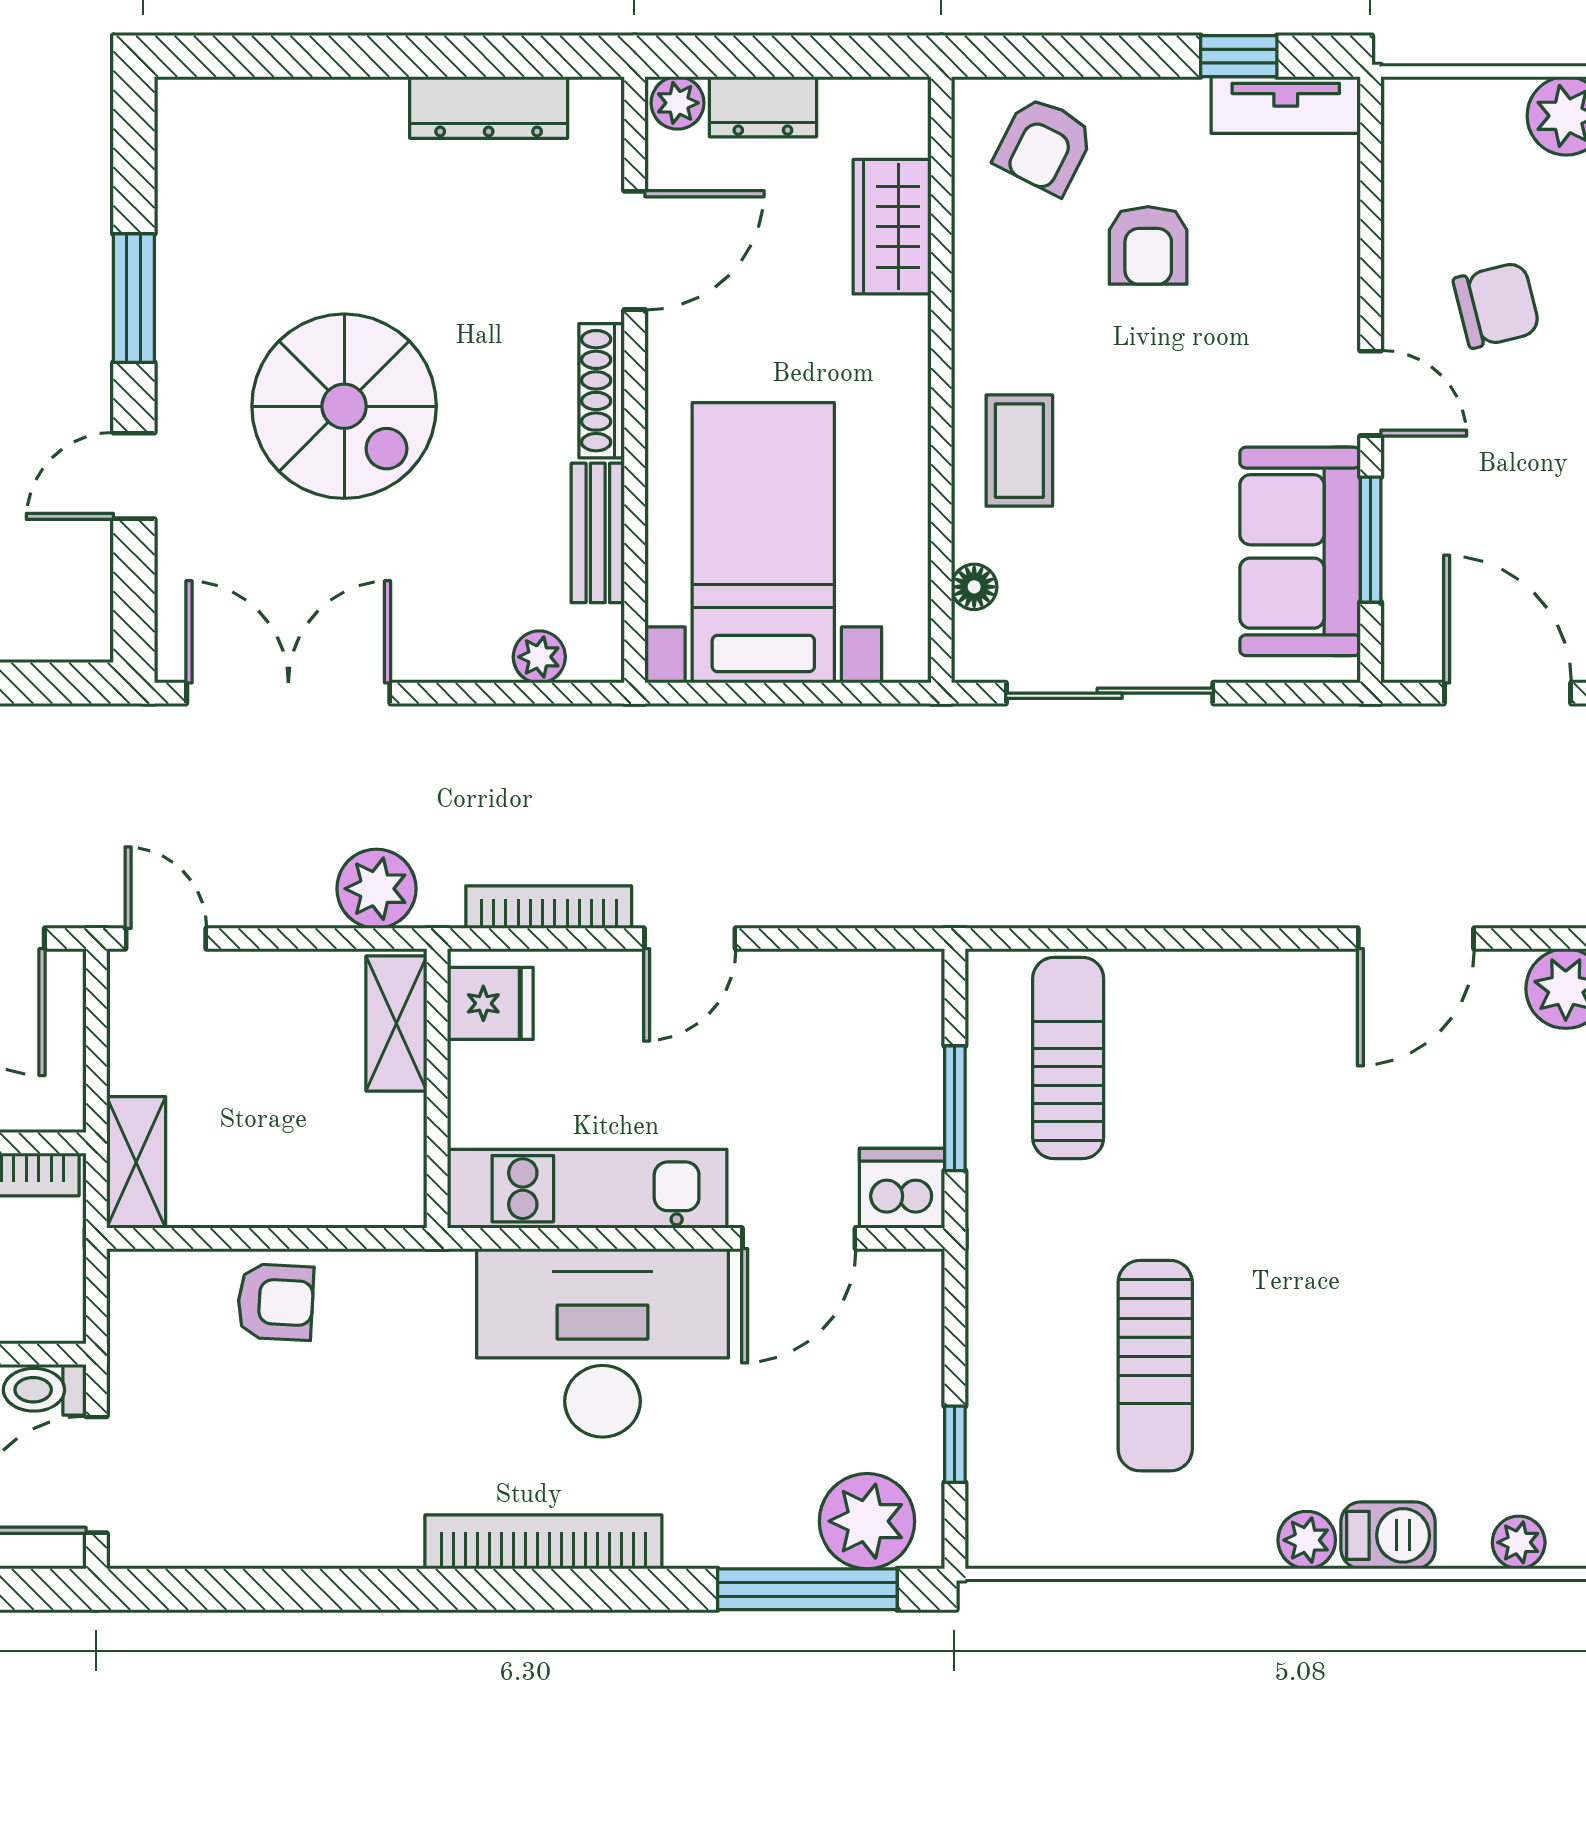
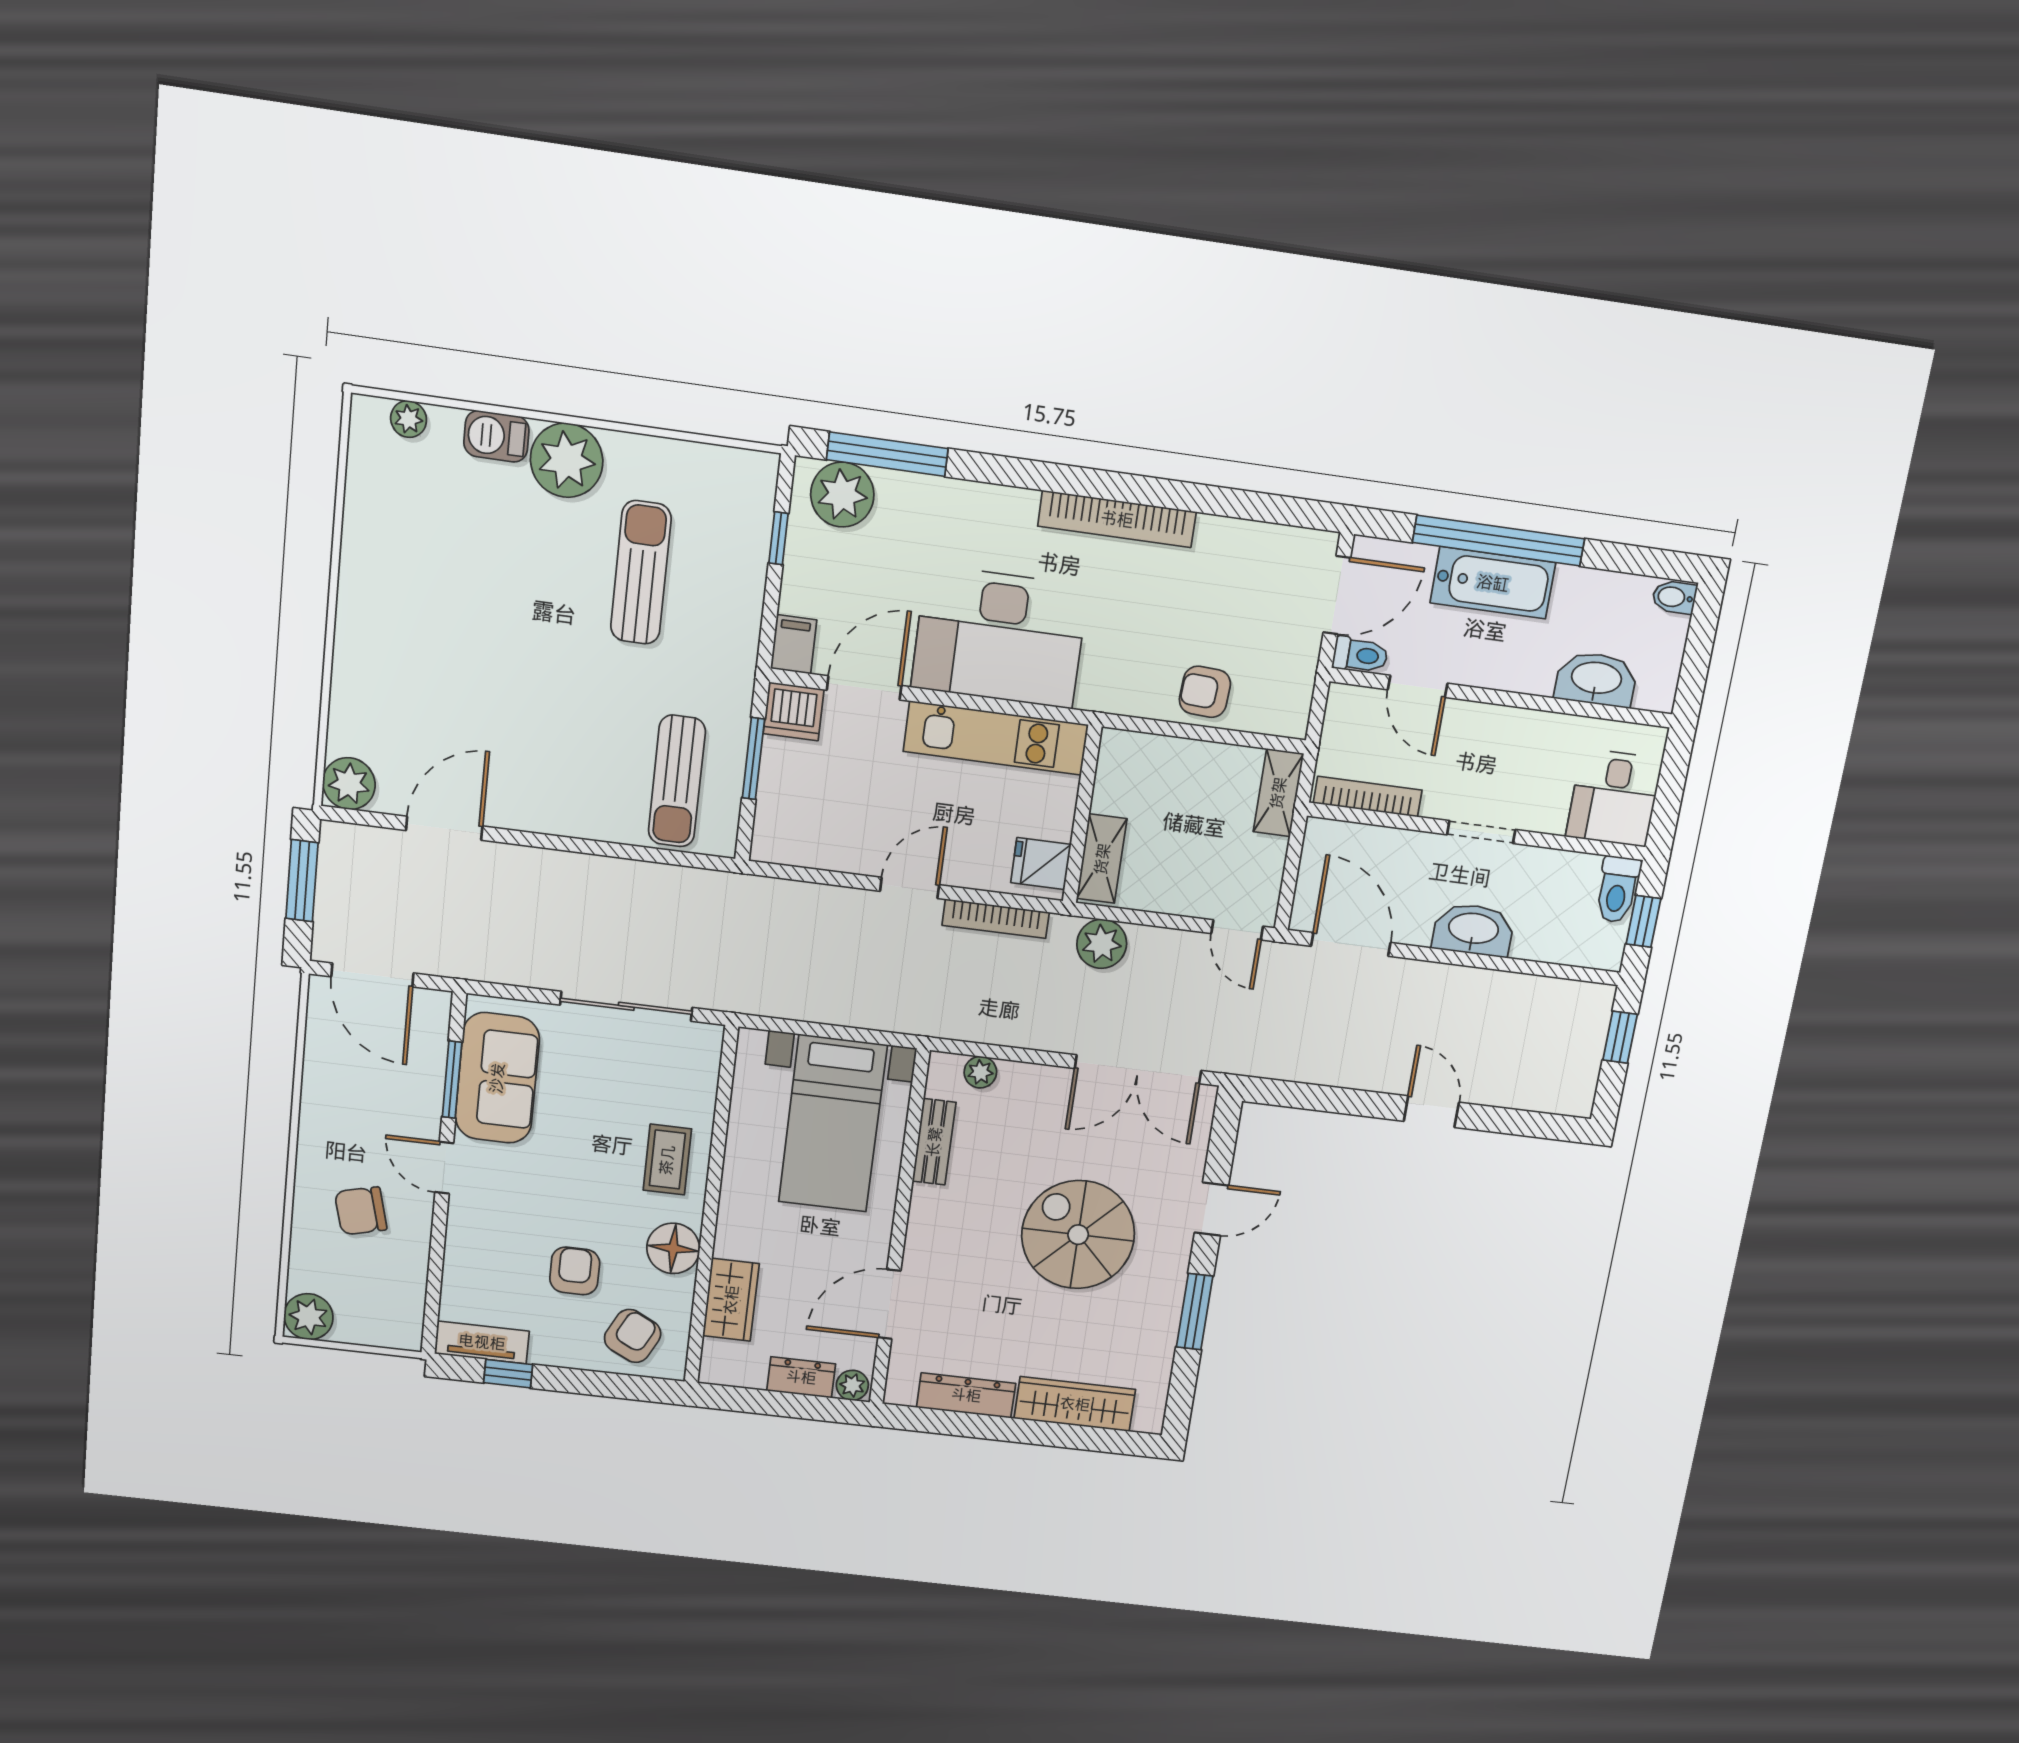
wardrobe: (307, 114) -> (1075, 1404), added
shoe rack: (602, 391) -> (920, 1225), removed
floor lamp: (974, 587) -> (673, 1248), moved, width x1.89, depth x1.89
filing cabinet: (914, 1290) -> (794, 644), added
plant: (1307, 1540) -> (567, 460), width x1.88, depth x1.88
bookcase: (543, 1542) -> (1117, 519), moved

